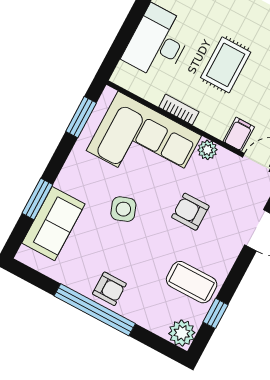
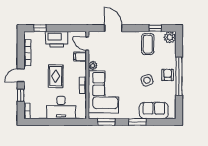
rug: (226, 65) -> (56, 76), turned 90
window: (37, 199) -> (137, 122), moved
side table: (123, 209) -> (147, 80), moved
armchair: (190, 212) -> (120, 59), removed

